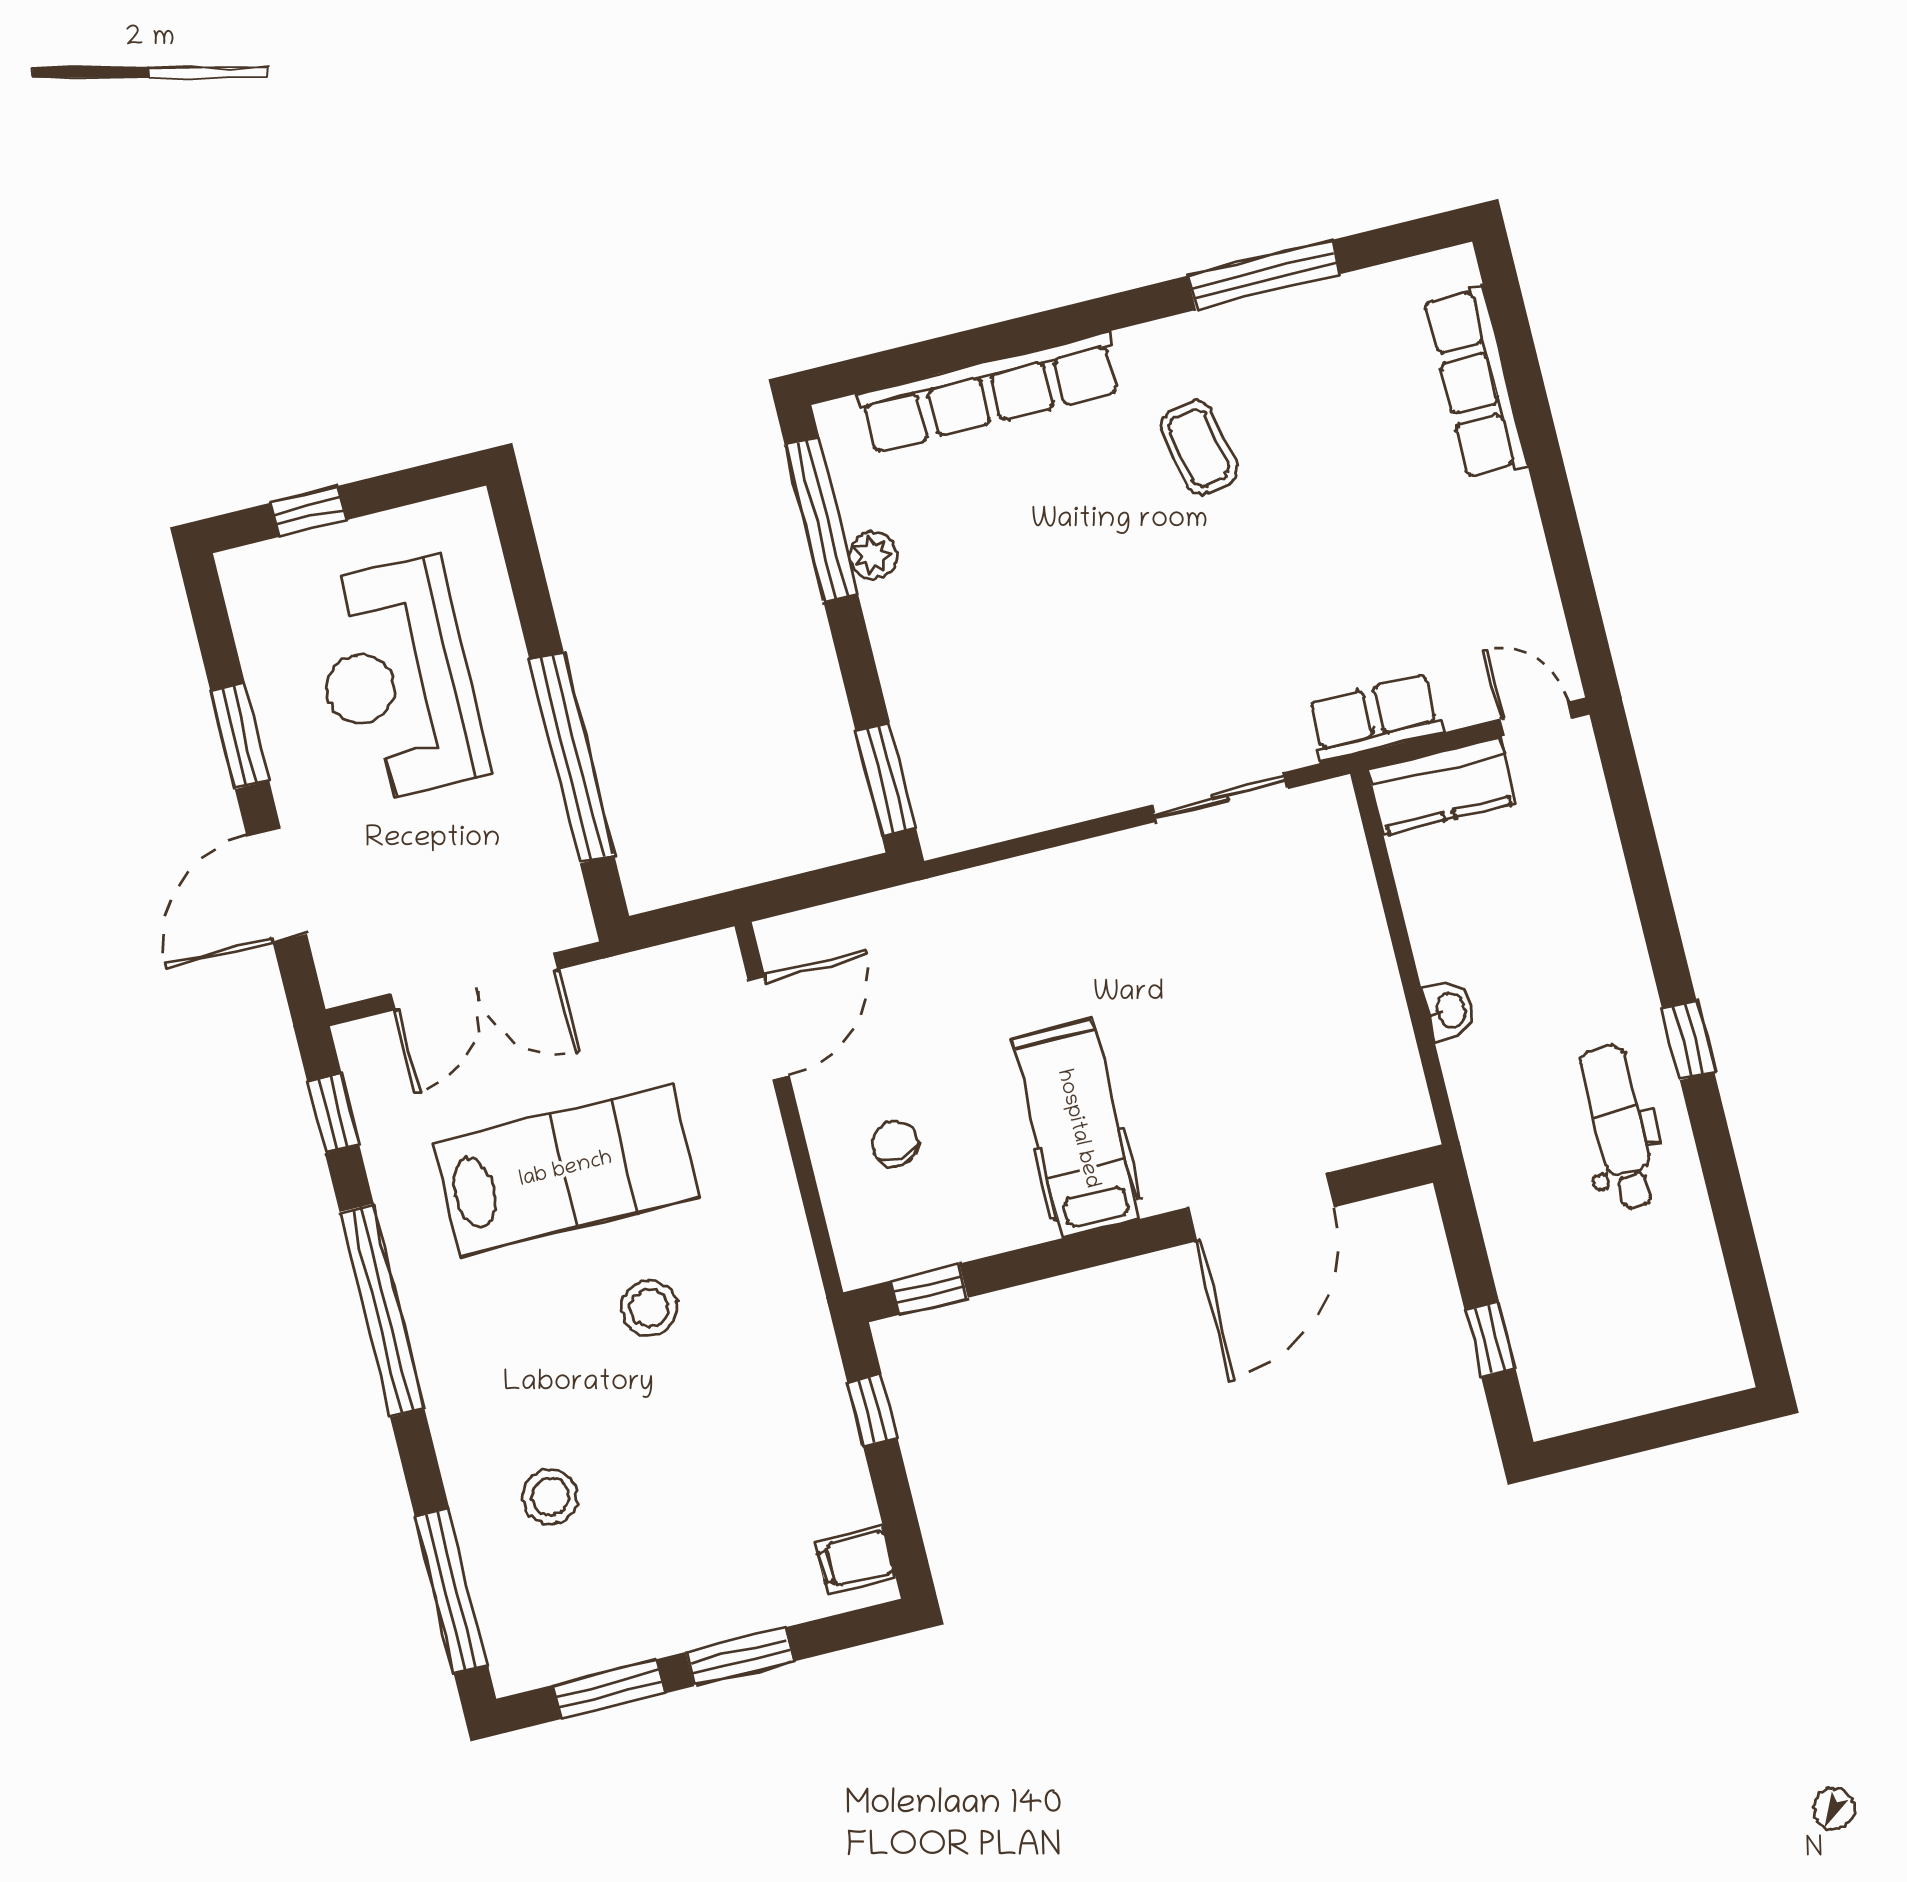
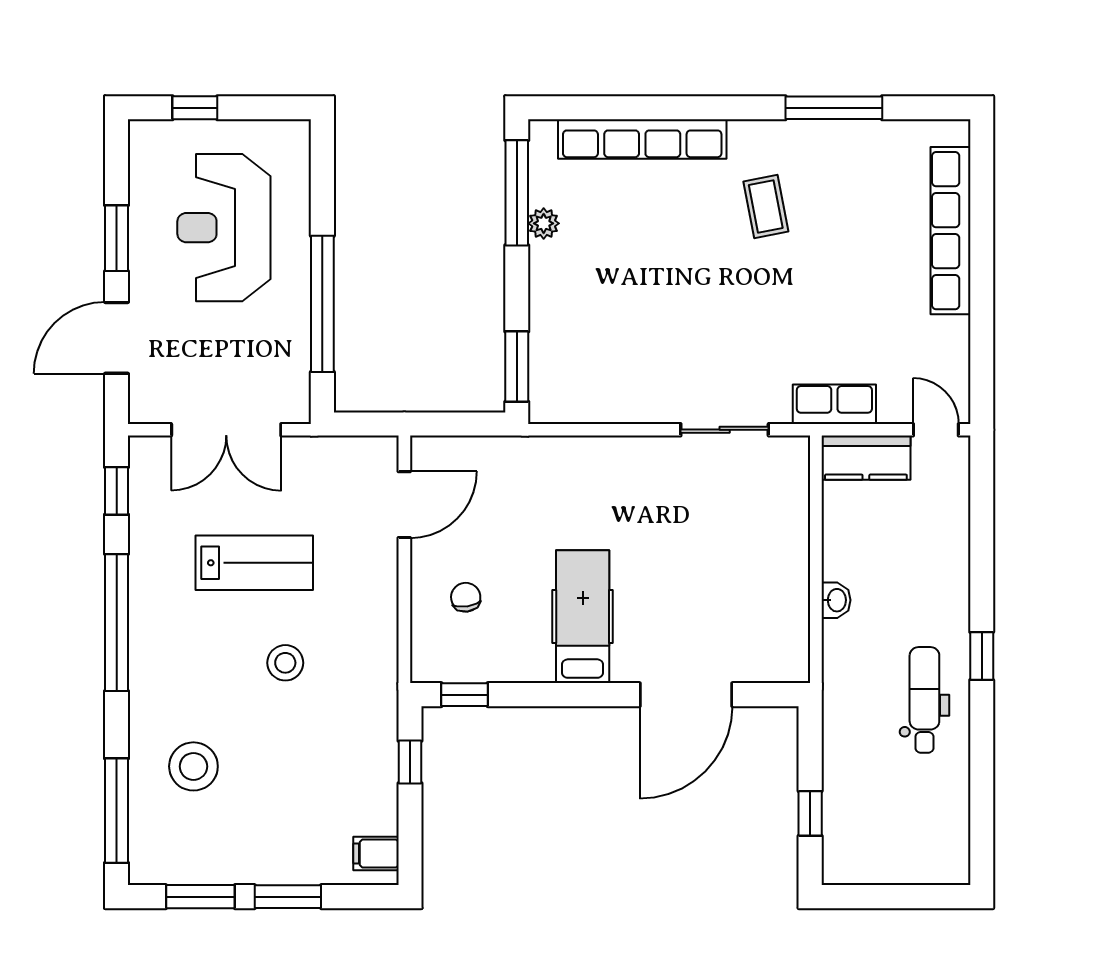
row of seats: (1476, 382) -> (950, 231), width x1.36
lab bench: (566, 1170) -> (254, 563), width x0.73, depth x0.72
stool: (550, 1497) -> (193, 766), width x1.38, depth x1.38

